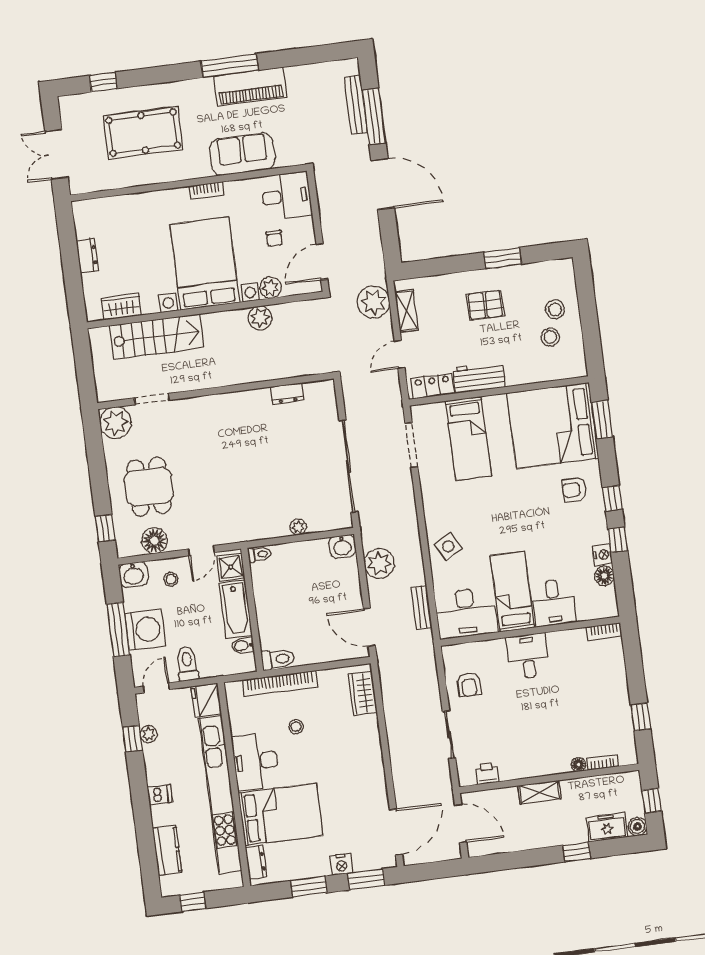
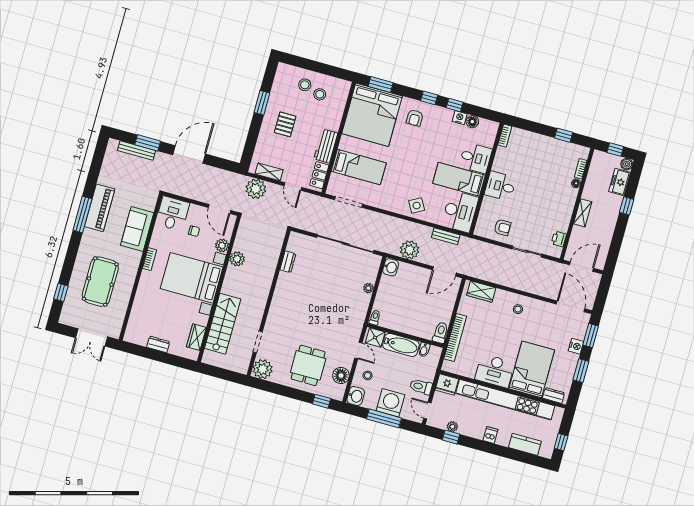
window: (374, 116) -> (148, 143), width x0.69
dining table: (149, 487) -> (308, 365), turned 90
stool: (296, 727) -> (518, 309), moved

